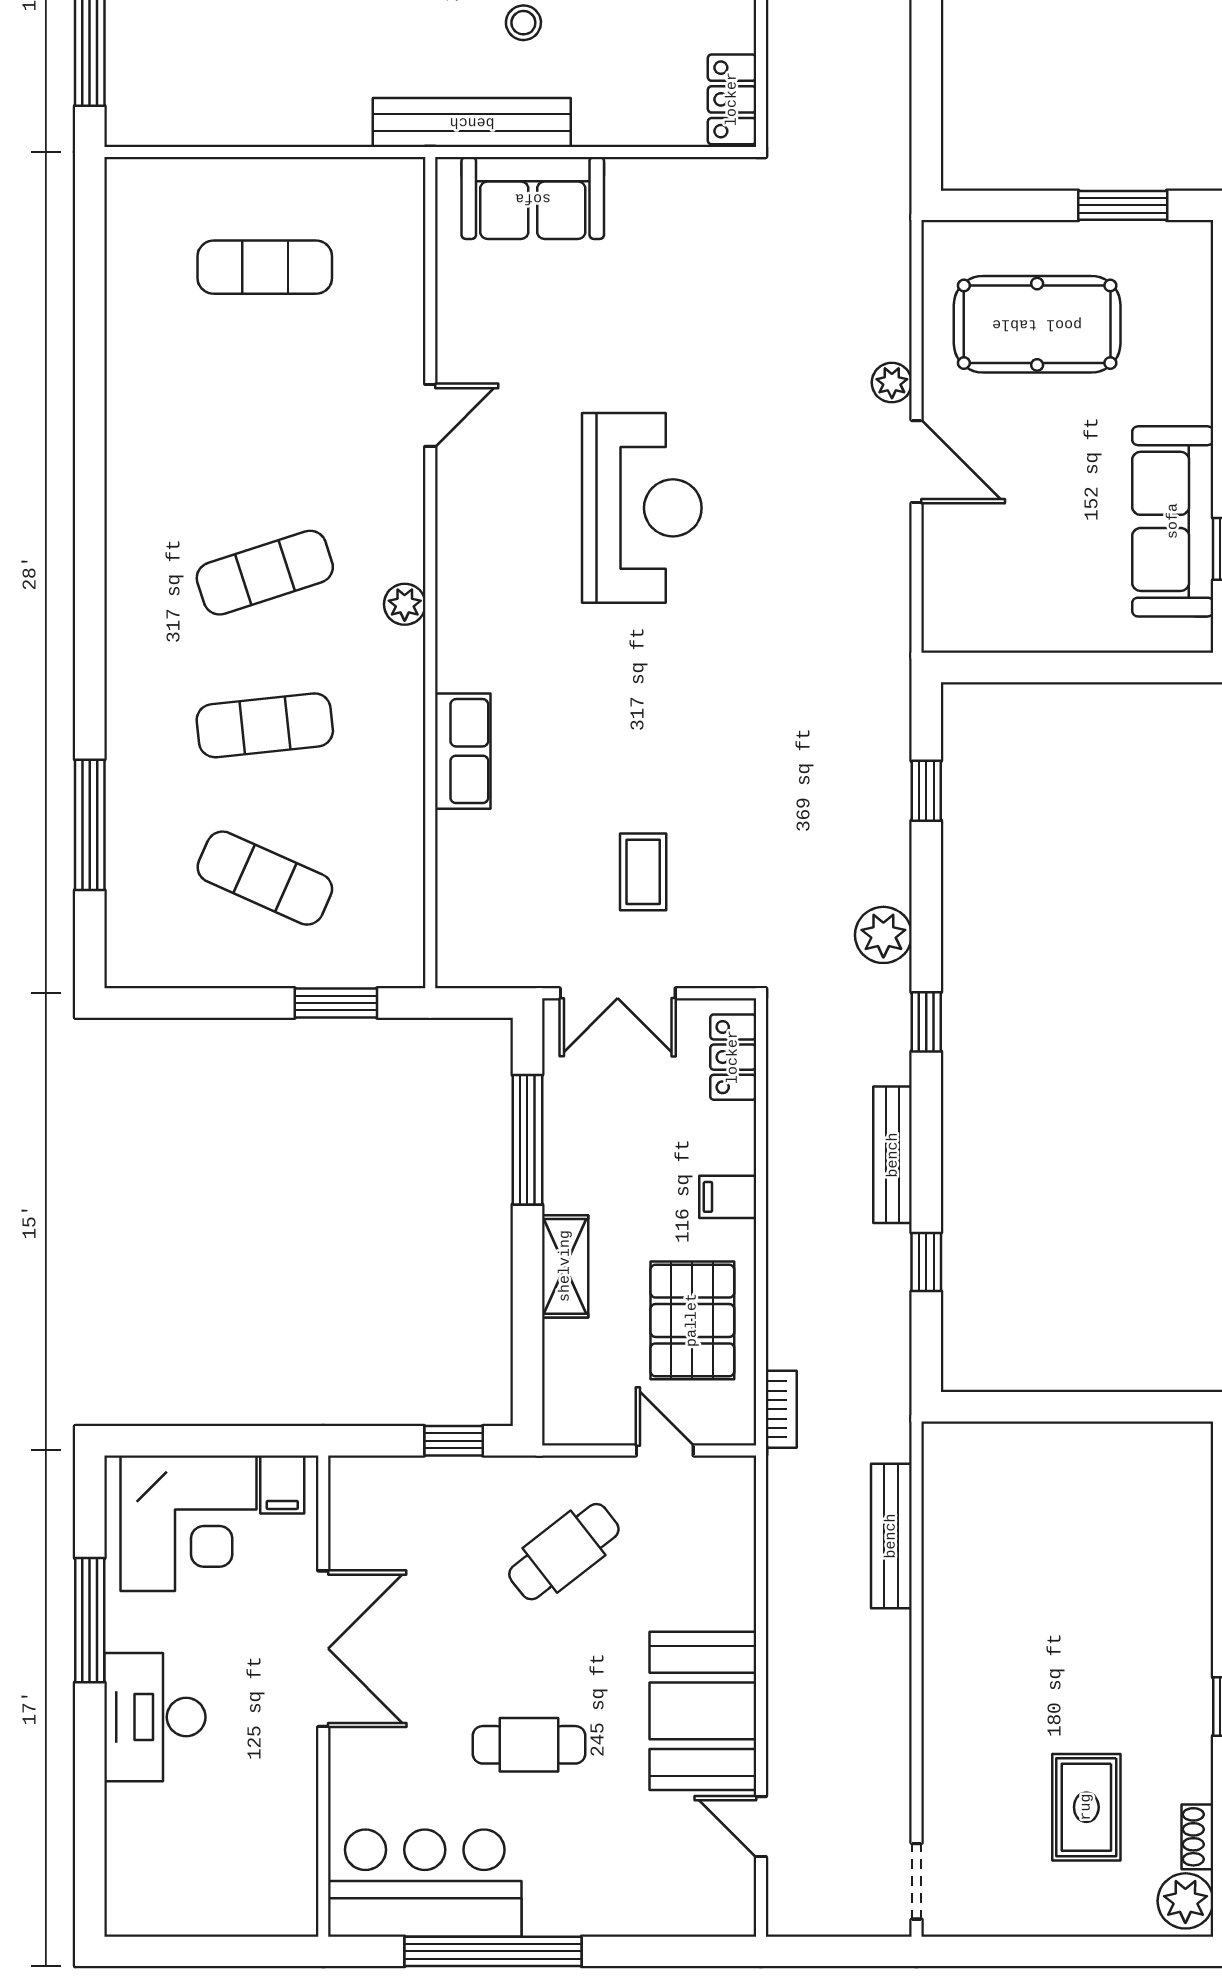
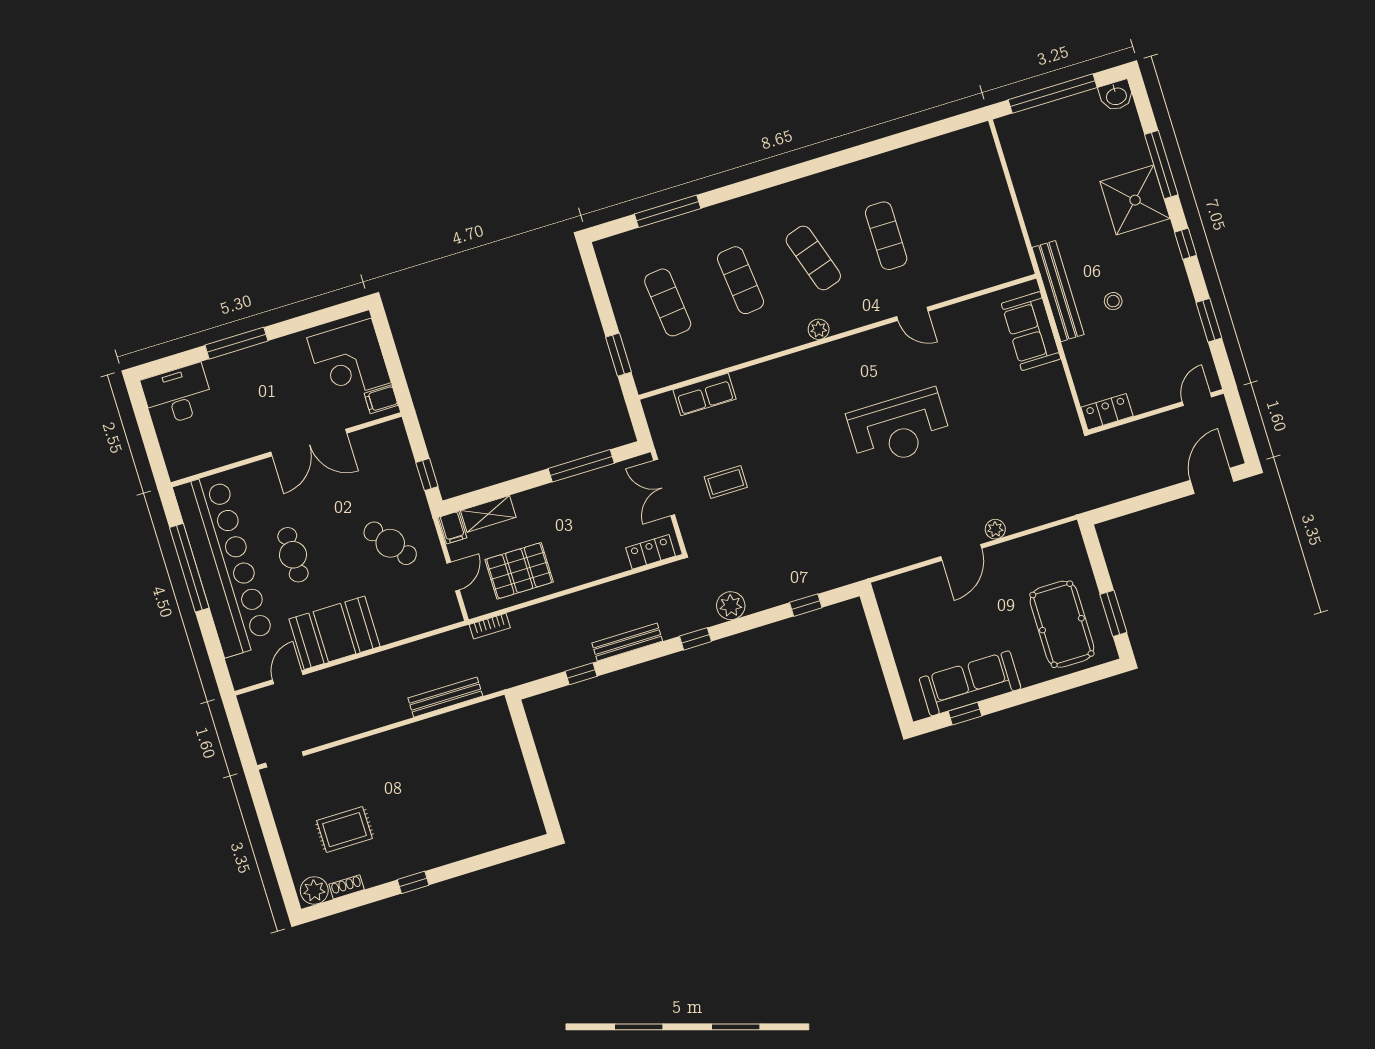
exercise mat: (265, 267) -> (886, 236), moved
pool table: (1037, 324) -> (1062, 624), moved
row of seats: (463, 751) -> (704, 394), moved
exercise mat: (265, 878) -> (668, 302), turned -30
filing cabinet: (728, 1197) -> (453, 528), moved, turned 180
shelving: (565, 1266) -> (488, 514), moved
window: (90, 1620) -> (236, 343), moved
desk: (155, 1717) -> (178, 395), moved
bar counter: (425, 1883) -> (224, 565), width x1.86

